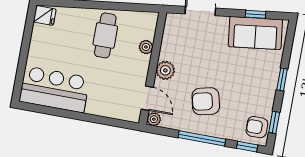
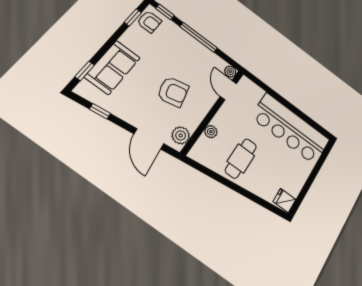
sofa: (255, 33) -> (113, 67), moved, turned 97
plant: (165, 70) -> (181, 135), moved
window: (282, 80) -> (85, 71), moved
bar counter: (54, 89) -> (290, 128), width x1.36
armchair: (206, 101) -> (173, 92), moved

